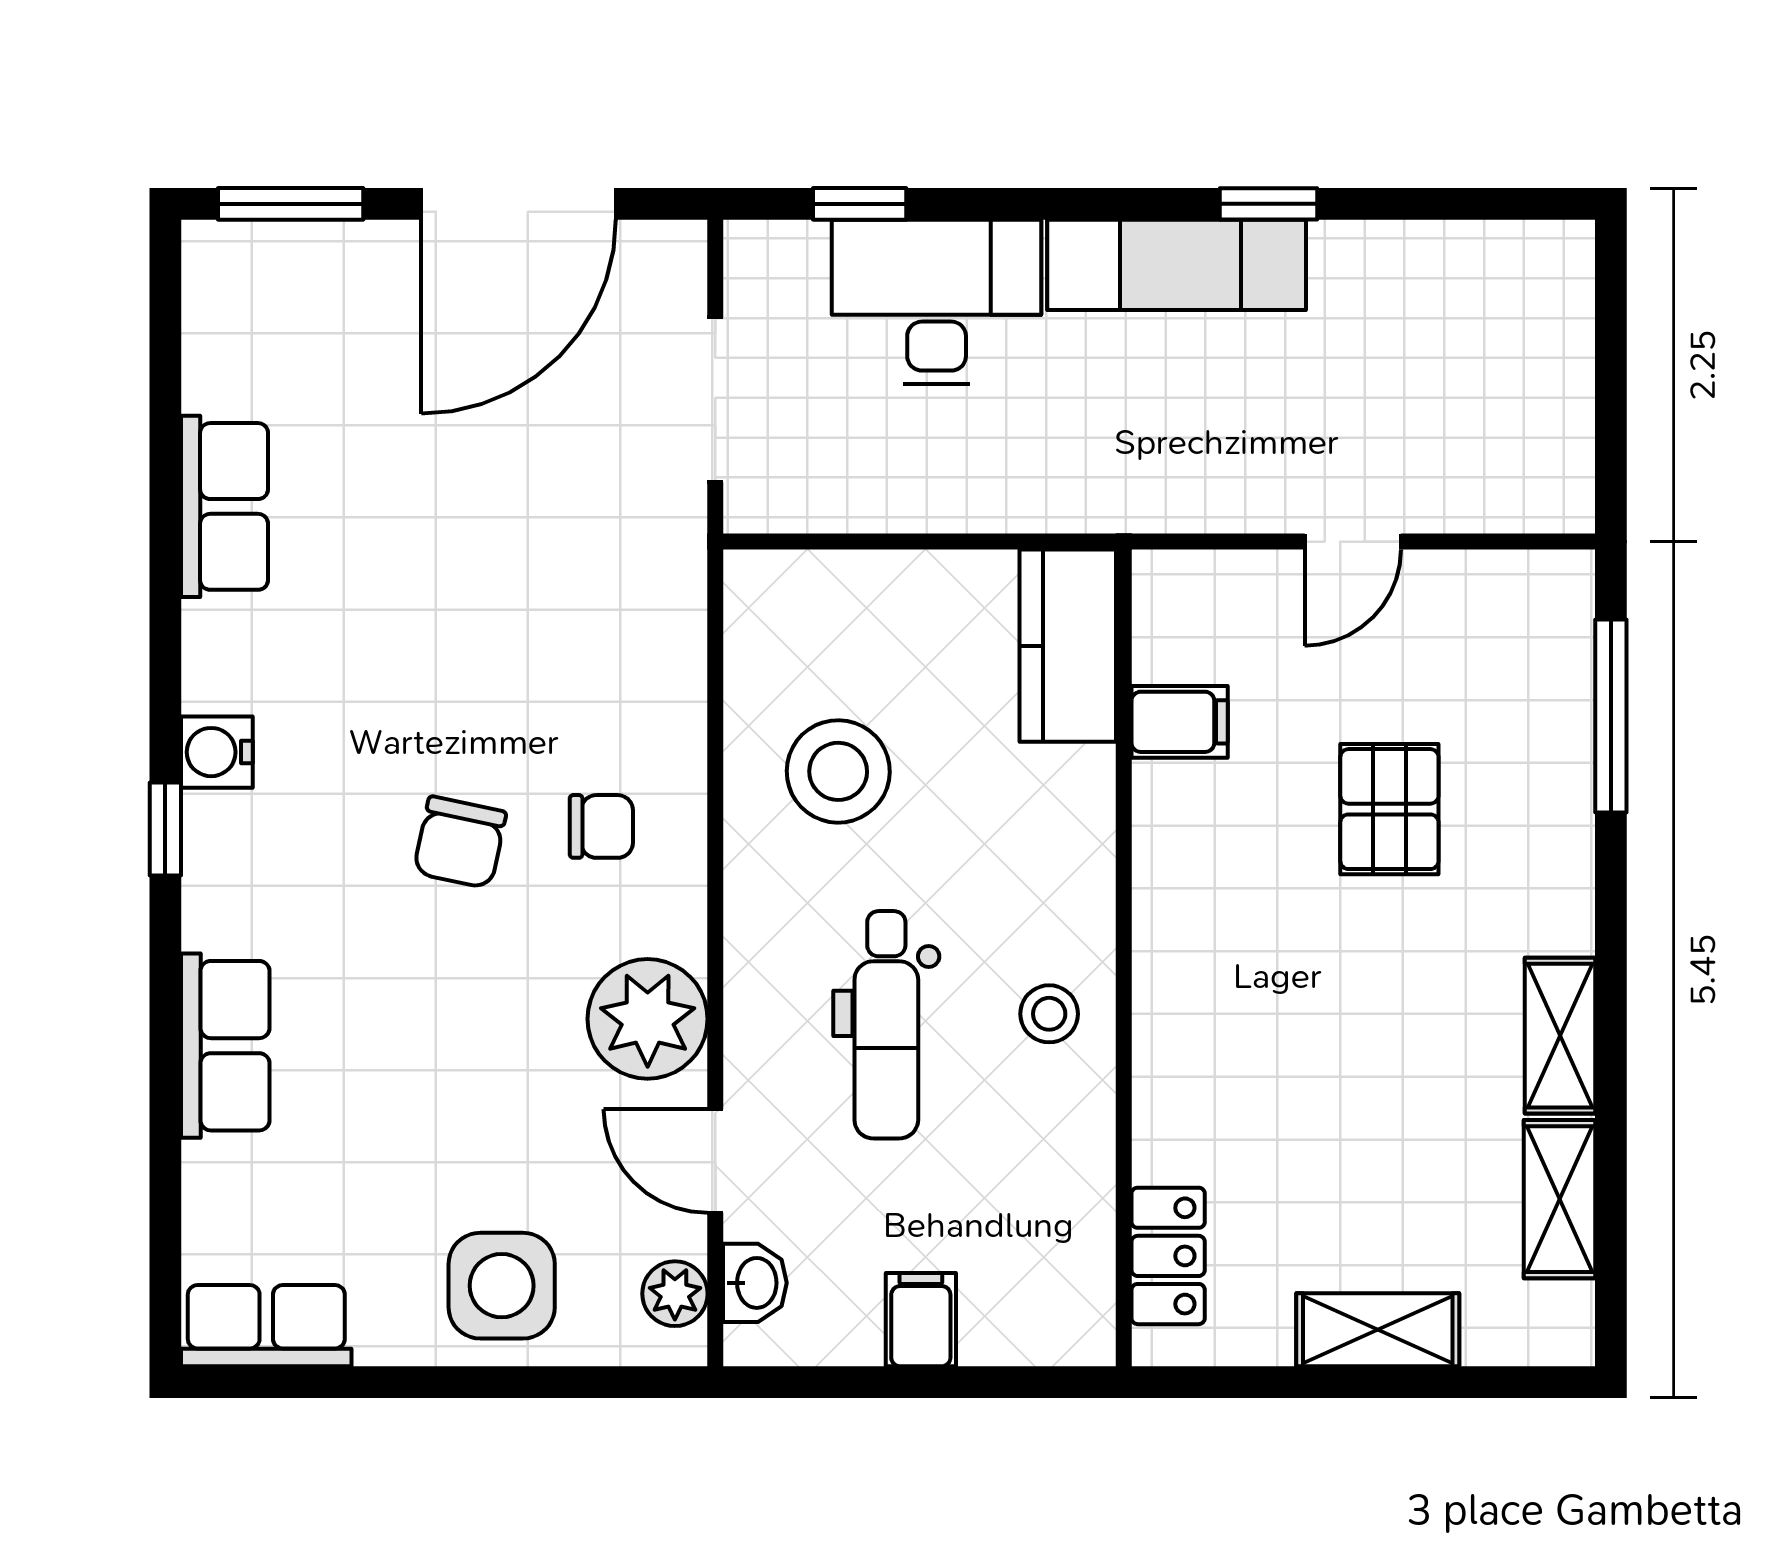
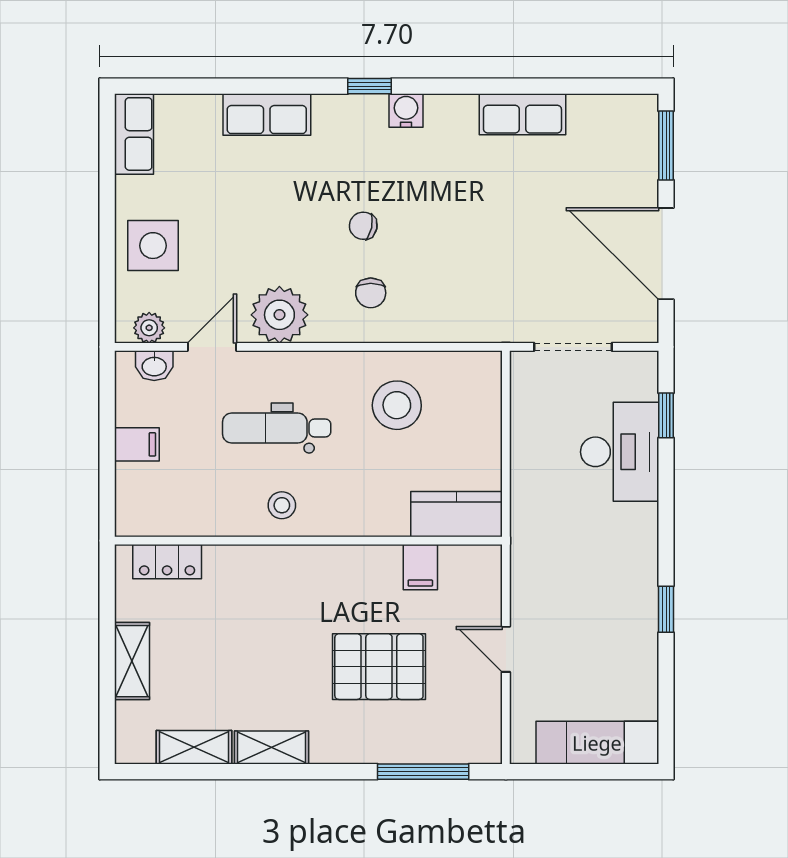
exam couch: (1177, 265) -> (597, 743), moved, turned 90
pallet: (1389, 809) -> (379, 667), width x1.50, depth x1.42
chair: (460, 842) -> (363, 226), width x0.73, depth x0.73

